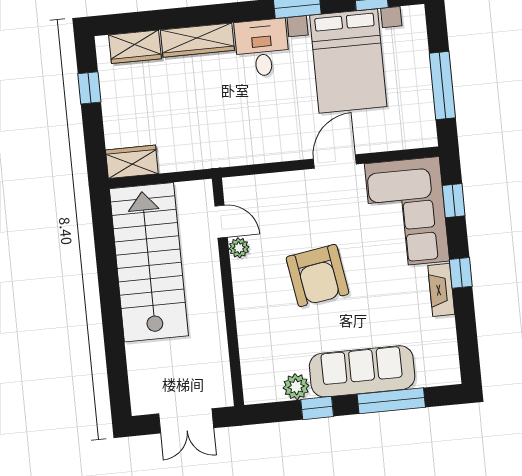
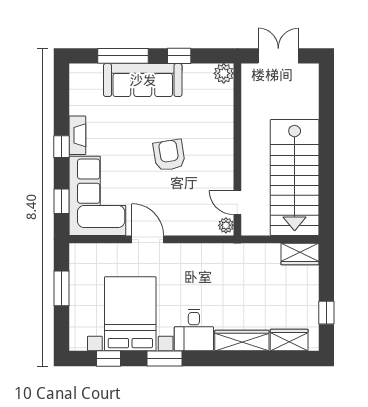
window: (442, 86) -> (62, 288), width x0.69
door: (335, 162) -> (148, 239), swing flipped
plant: (239, 248) -> (226, 225), moved
armchair: (317, 276) -> (169, 155), width x0.73, depth x0.73
plant: (296, 387) -> (224, 73), moved

